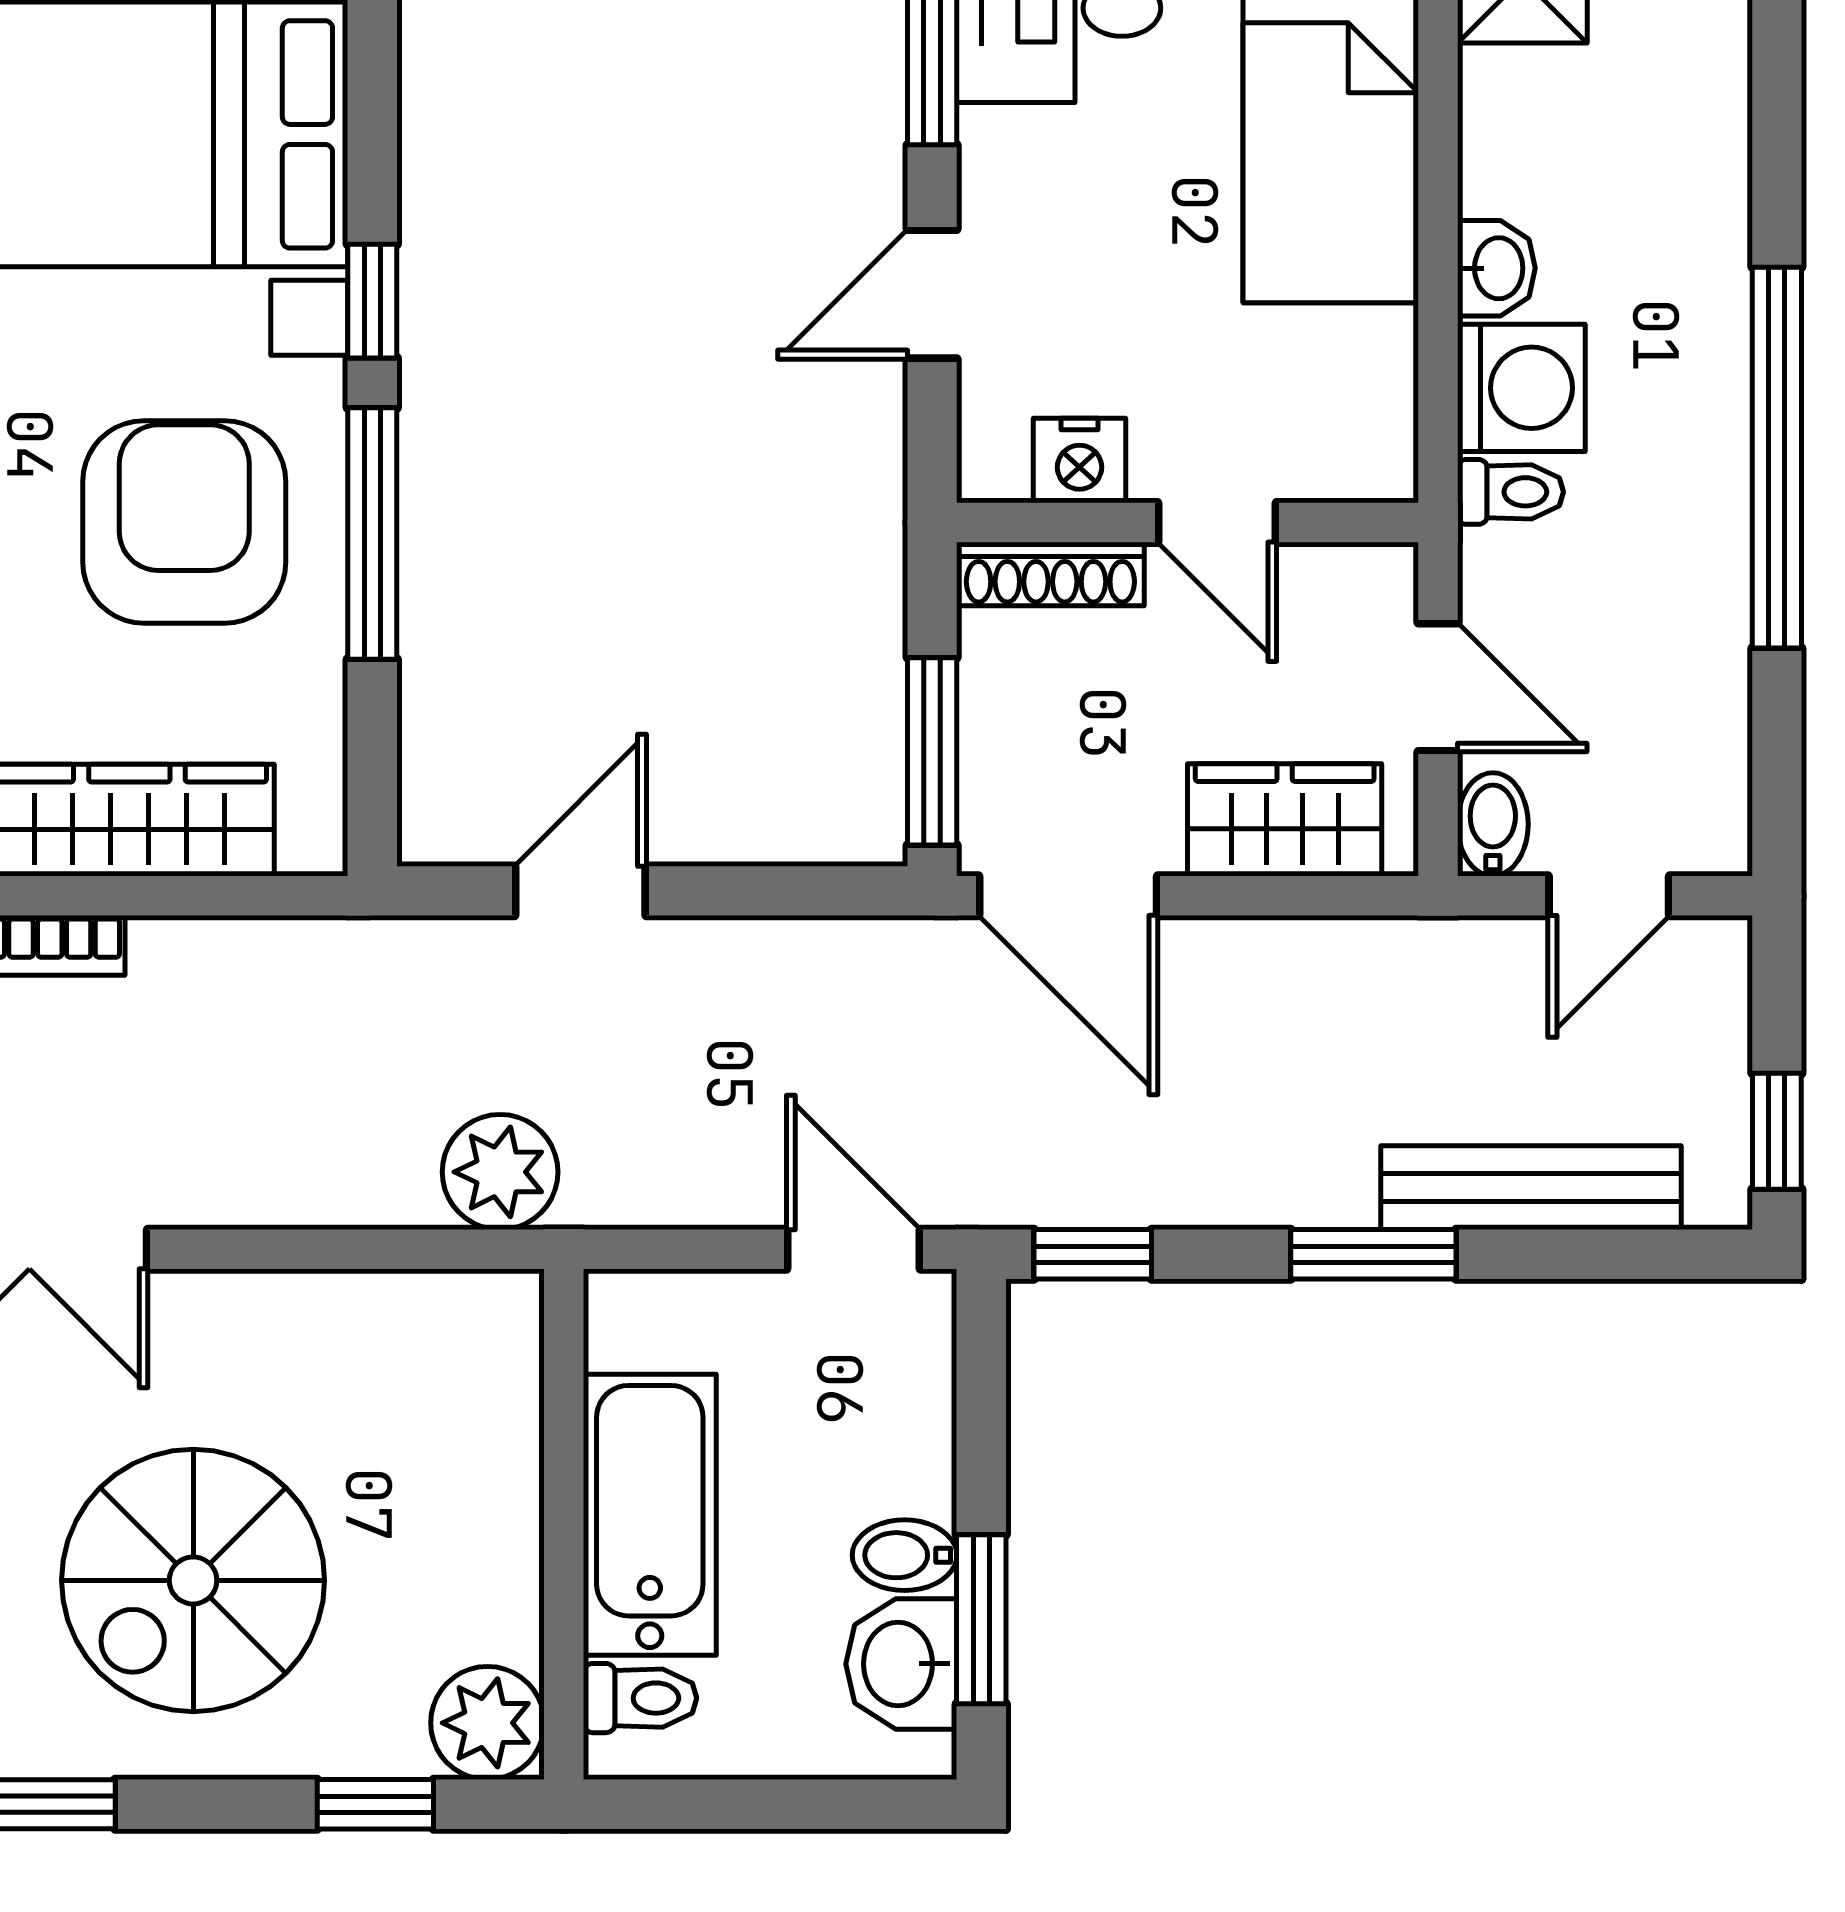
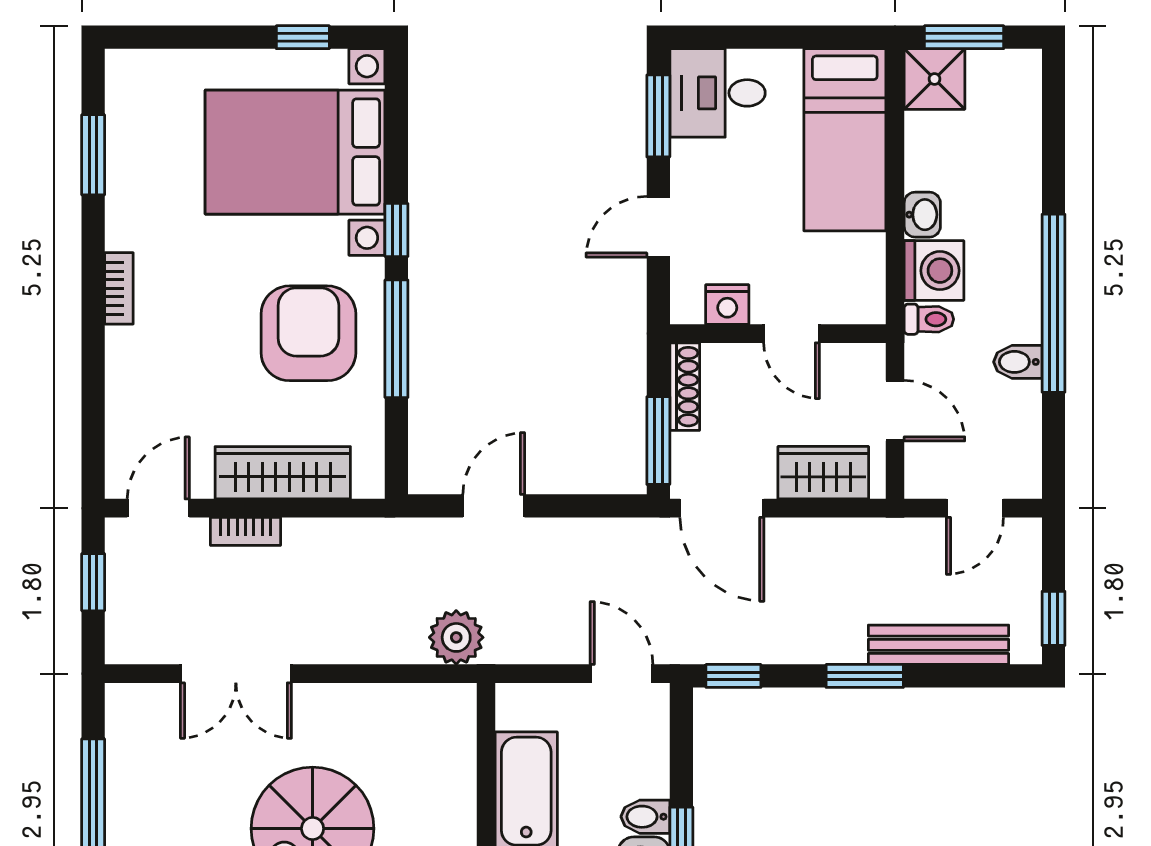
shoe rack: (1050, 574) -> (685, 387), moved, turned -90
bidet: (1493, 824) -> (1018, 362), moved, turned -90

